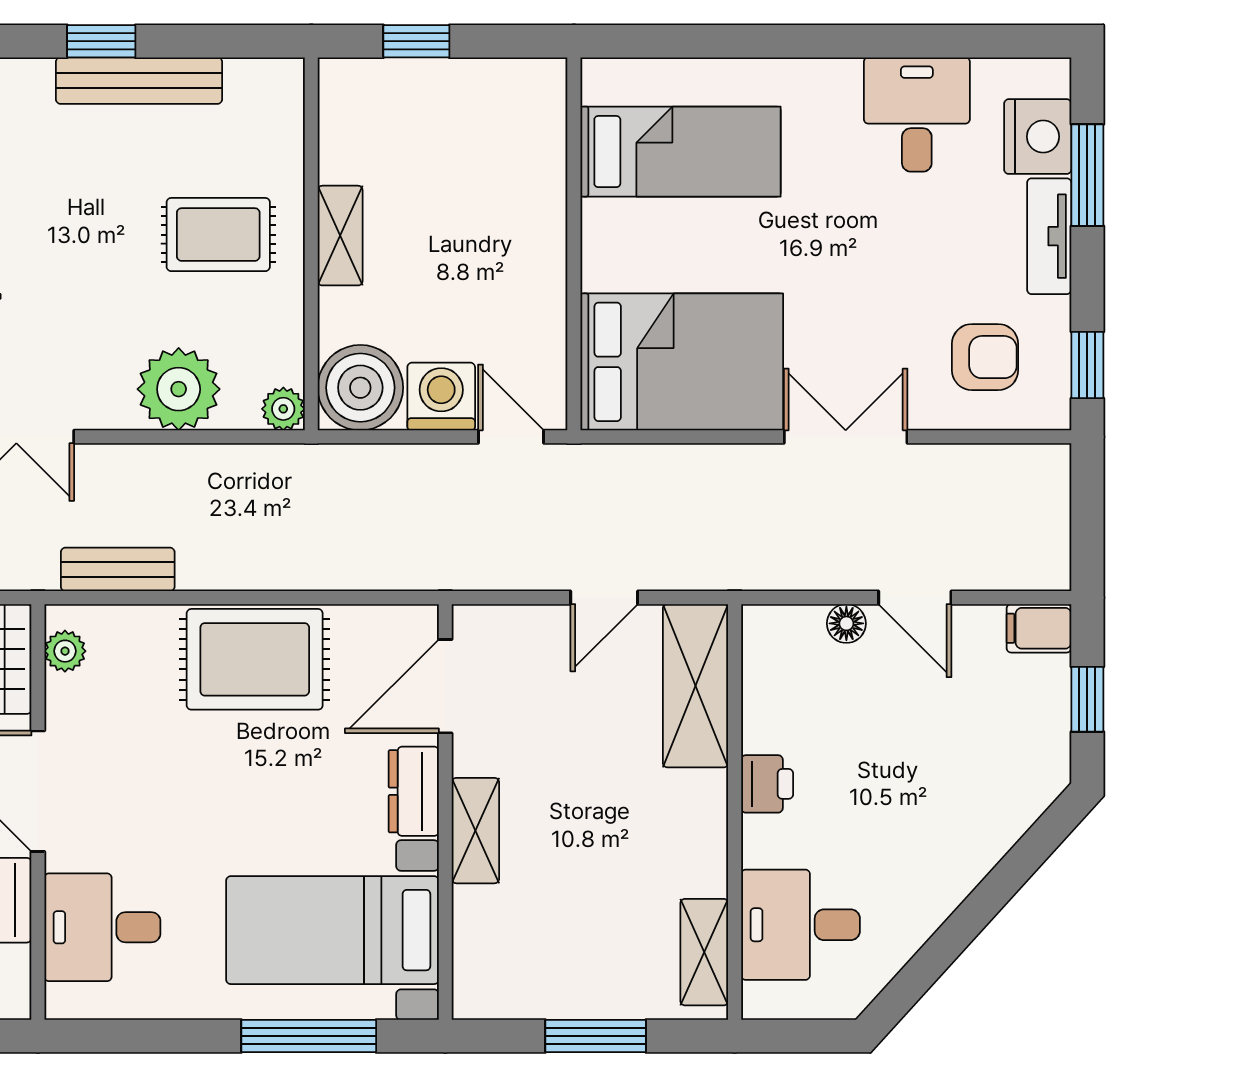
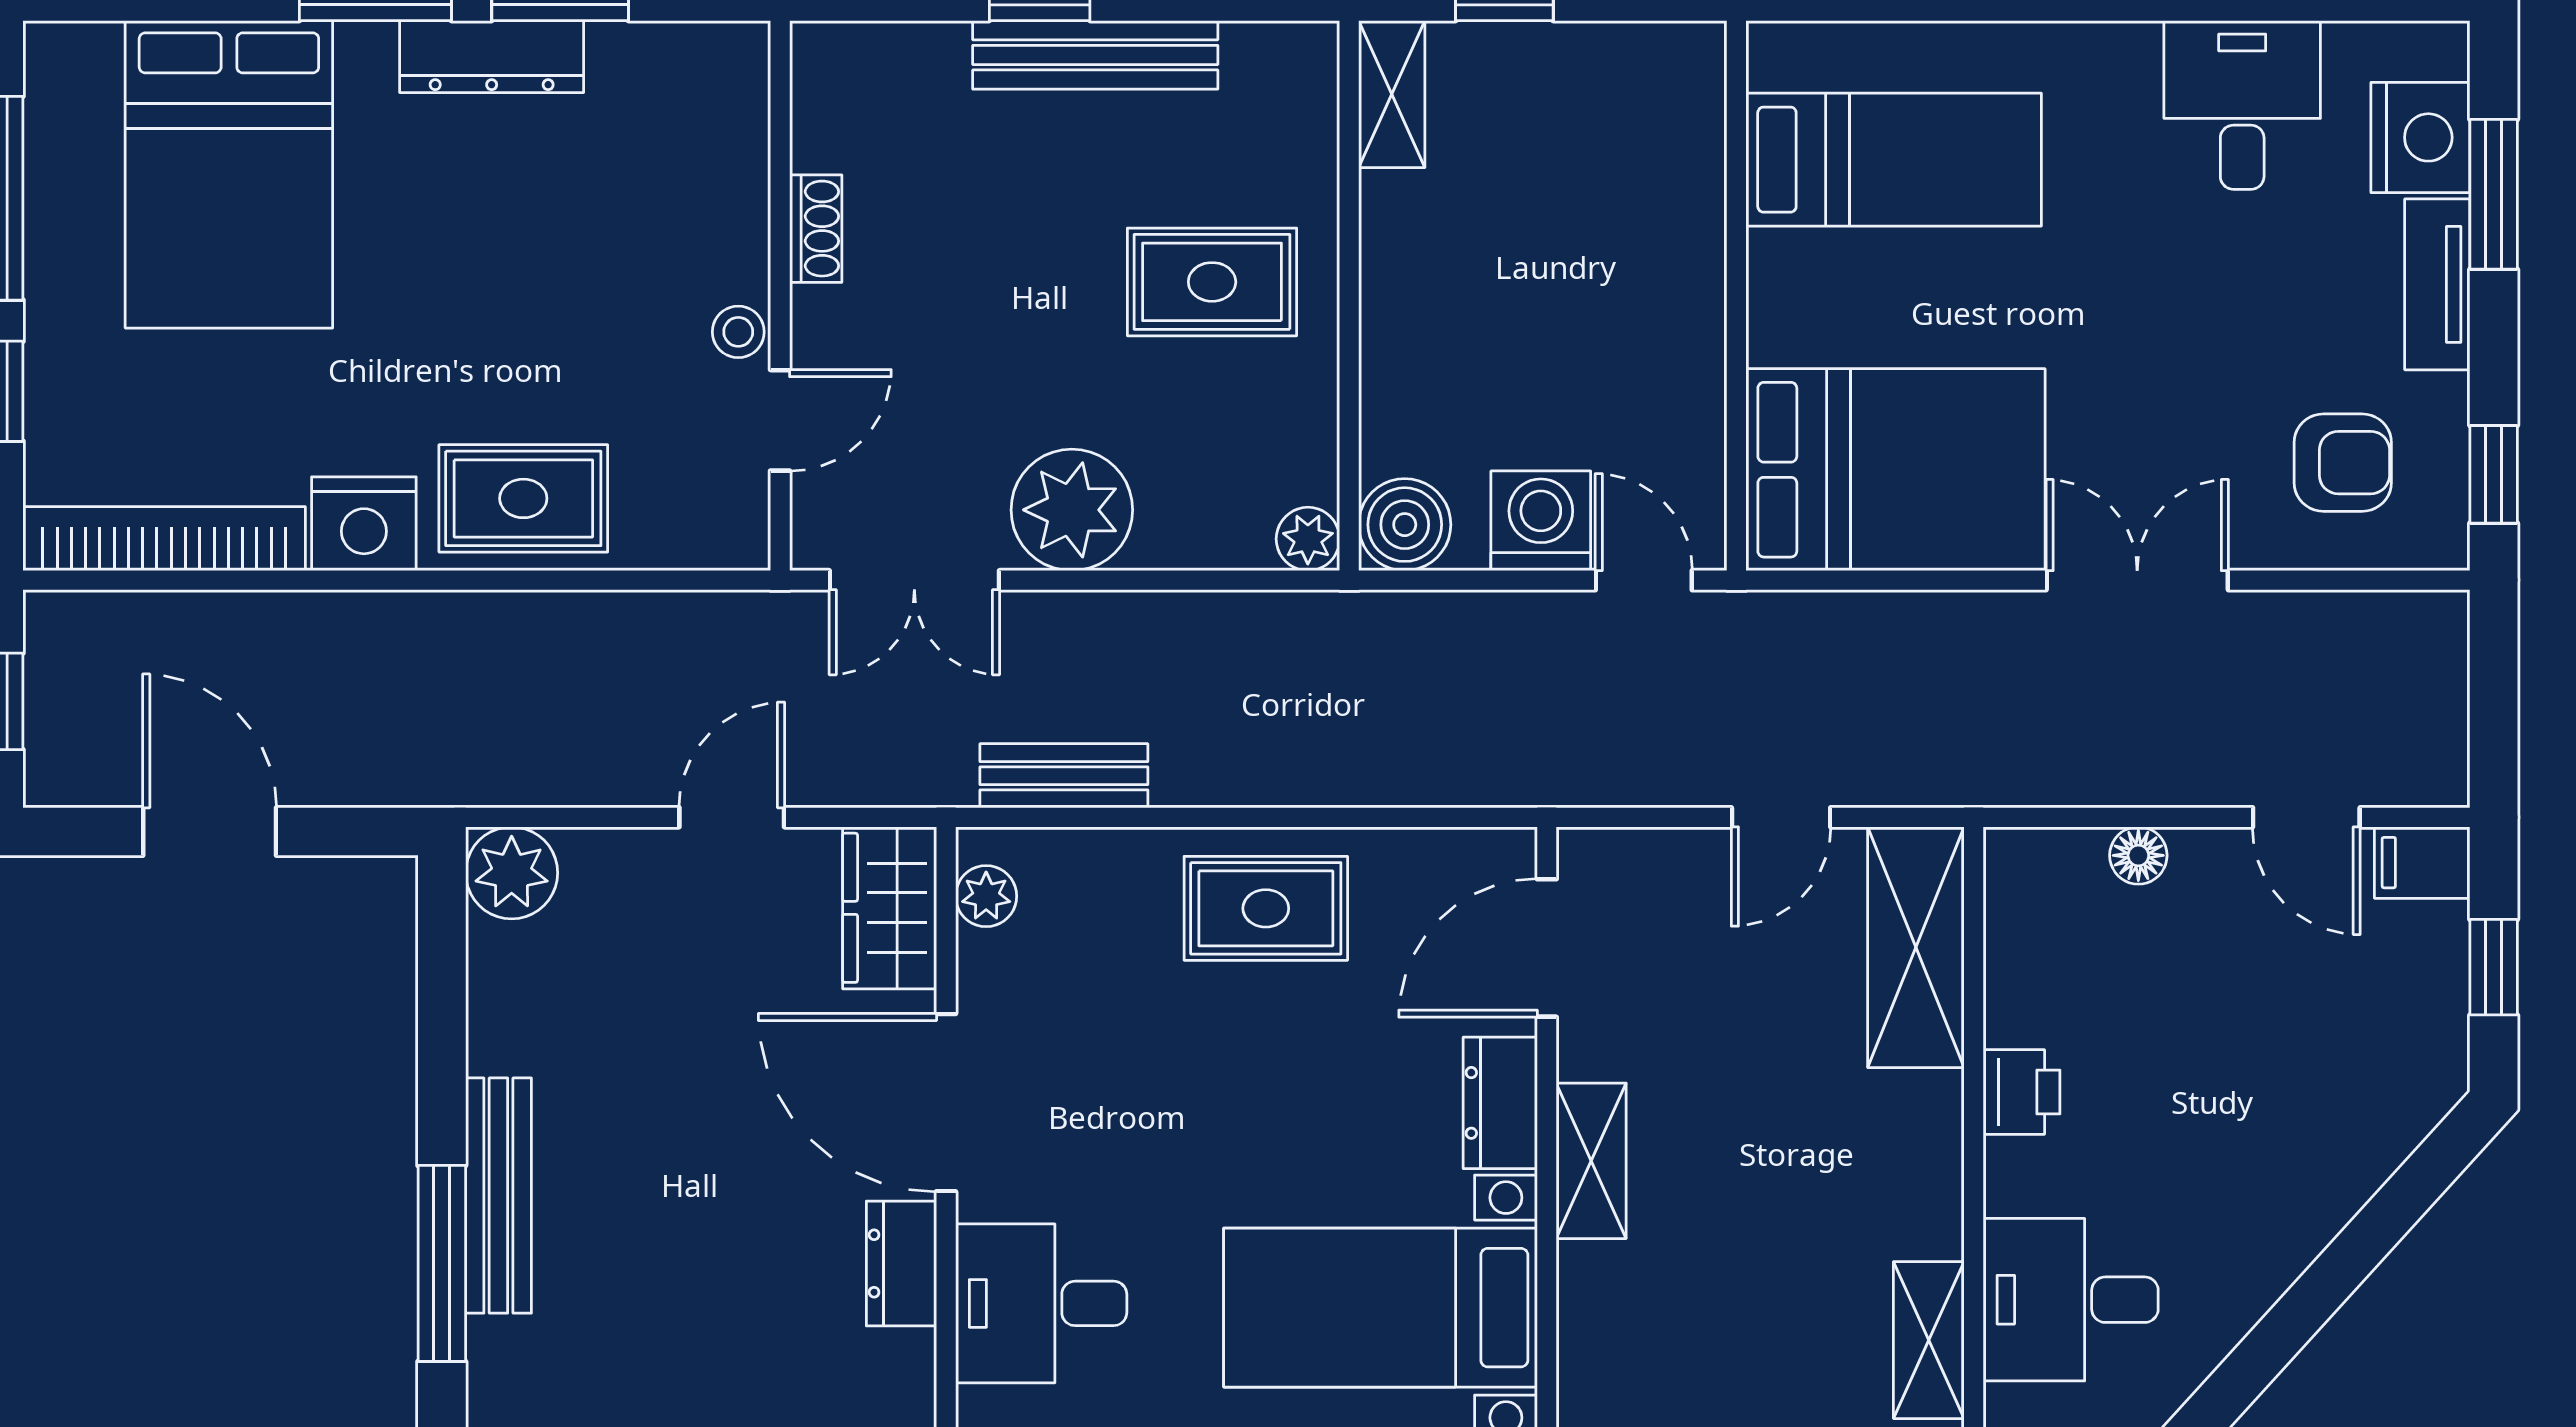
shelving: (340, 236) -> (1392, 94), moved
boiler: (360, 388) -> (1405, 525), width x0.73, depth x0.73
plant: (179, 389) -> (1072, 510), moved
door: (915, 598) -> (2306, 817), moved
rug: (255, 659) -> (1266, 908), width x0.73, depth x0.70

